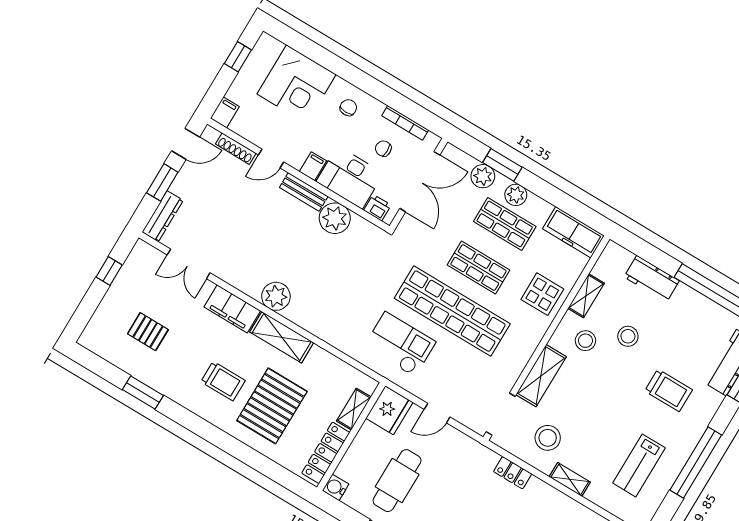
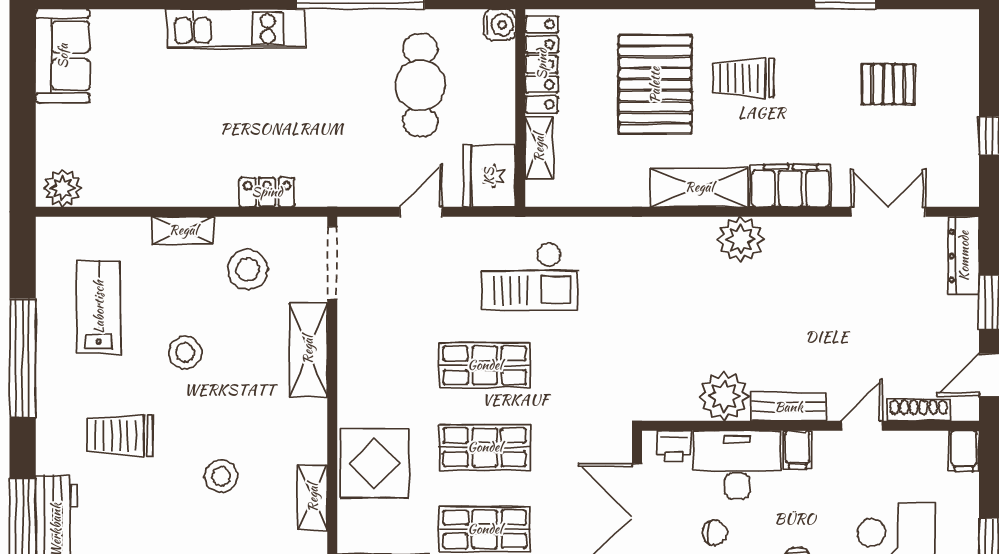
display table: (542, 294) -> (374, 463), width x1.36, depth x1.36
shop shelf: (452, 311) -> (485, 365), width x0.50, depth x0.74
stool: (585, 341) -> (185, 352), moved

